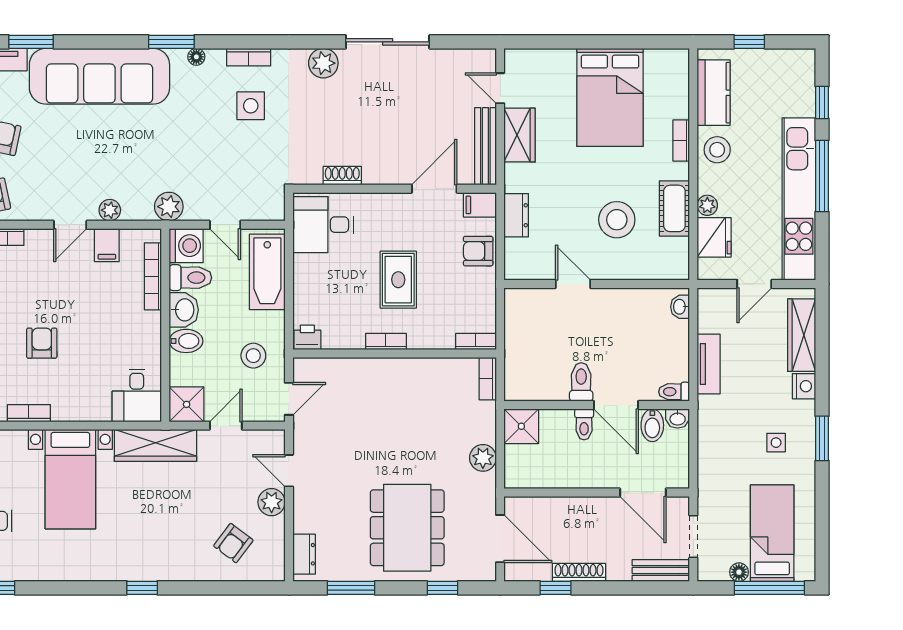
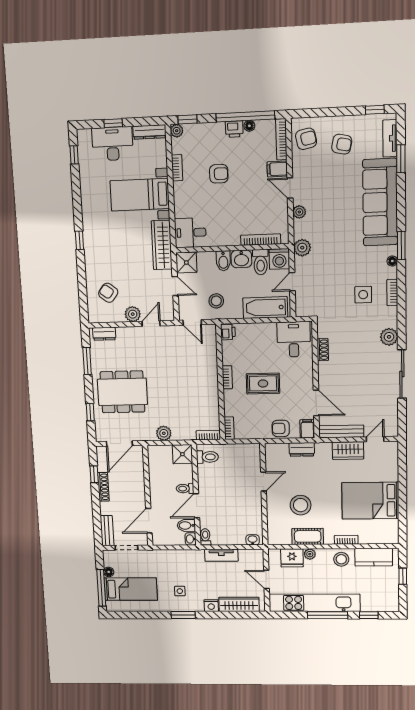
filing cabinet: (107, 245) -> (277, 169), moved
armchair: (478, 251) -> (281, 428), turned -90
toilet: (581, 382) -> (207, 457), moved

